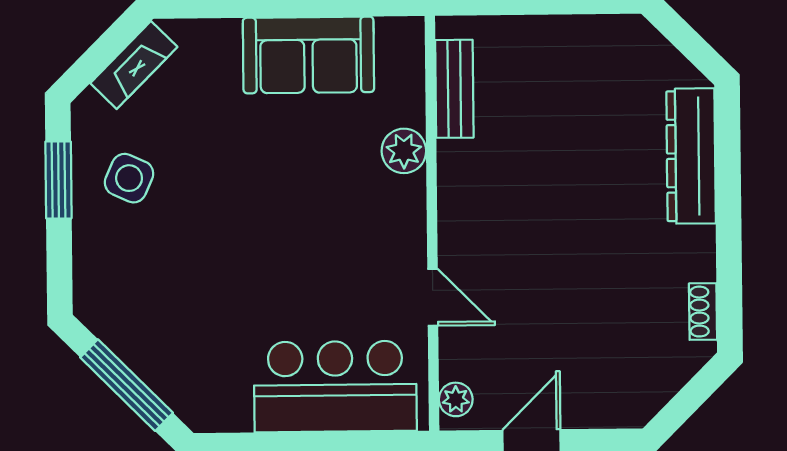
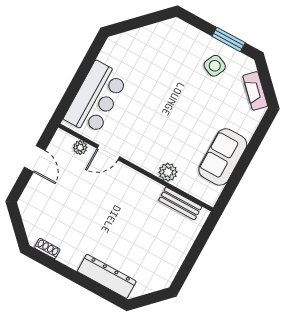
window: (127, 385) -> (139, 22), removed
plant: (456, 399) -> (80, 148), moved

